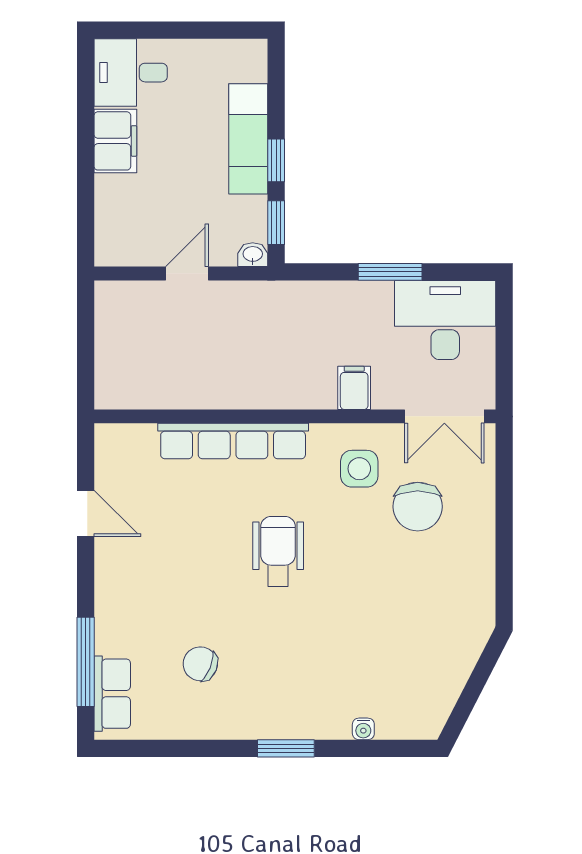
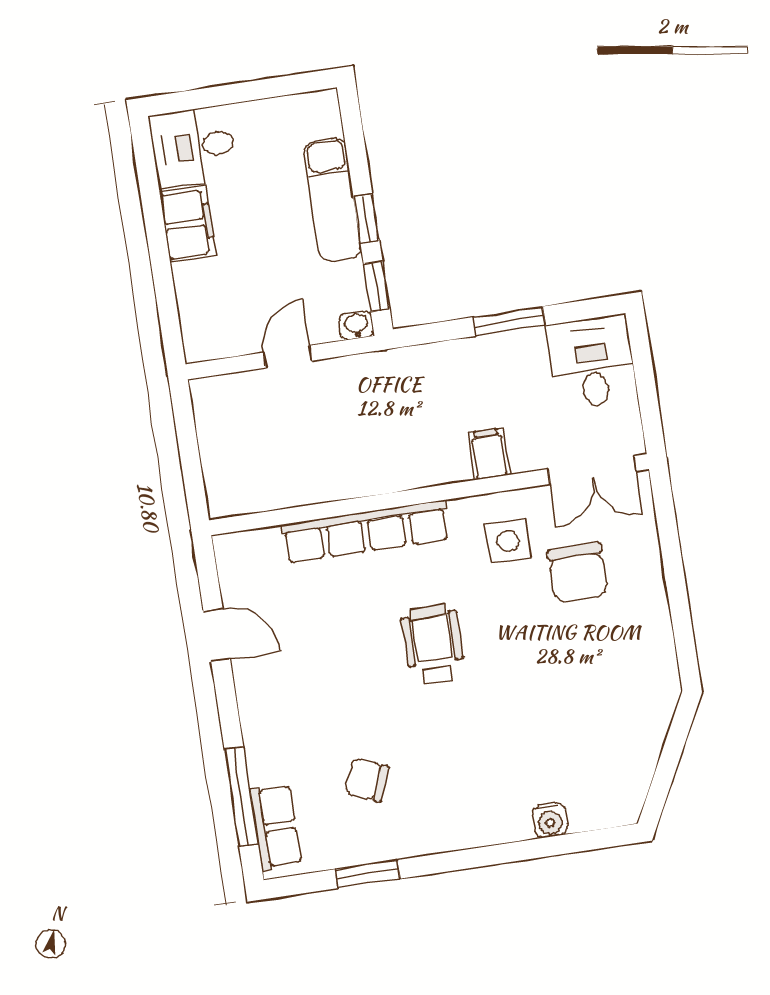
desk: (445, 320) -> (592, 362), width x0.73
water cooler: (363, 729) -> (550, 820), width x1.38, depth x1.38
window: (286, 748) -> (367, 874), moved

